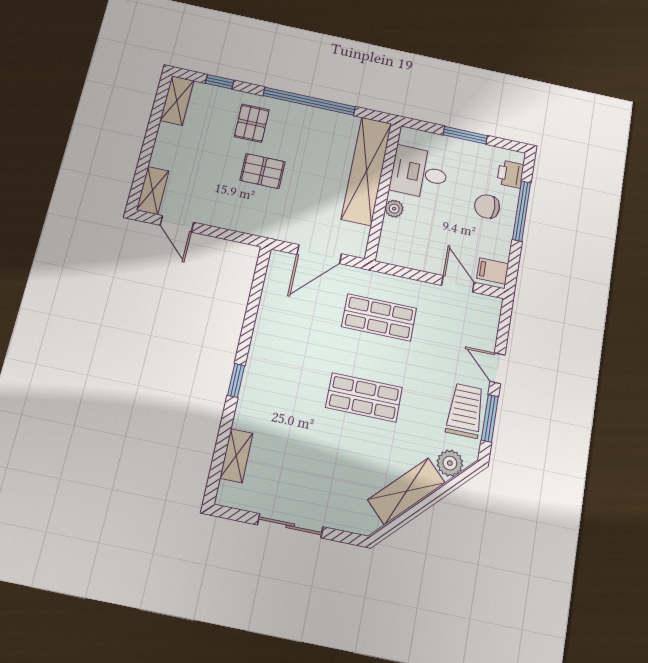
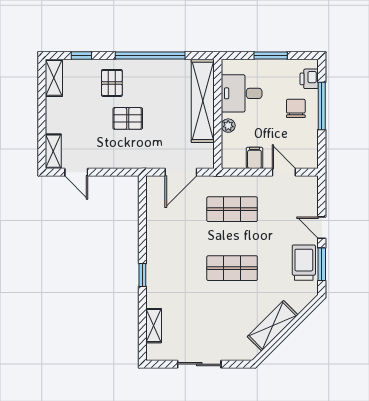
chair: (487, 206) -> (296, 108), turned 90
filing cabinet: (493, 271) -> (254, 158), moved, turned 90
plant: (450, 463) -> (299, 301), removed

